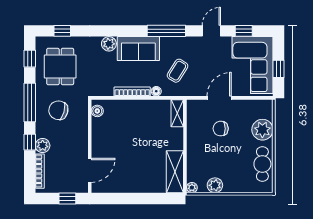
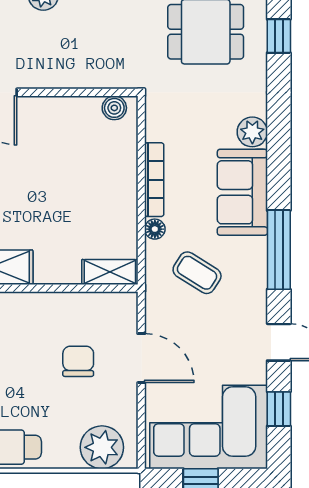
chair: (58, 110) -> (116, 28), removed
plant: (262, 130) -> (102, 447), moved

